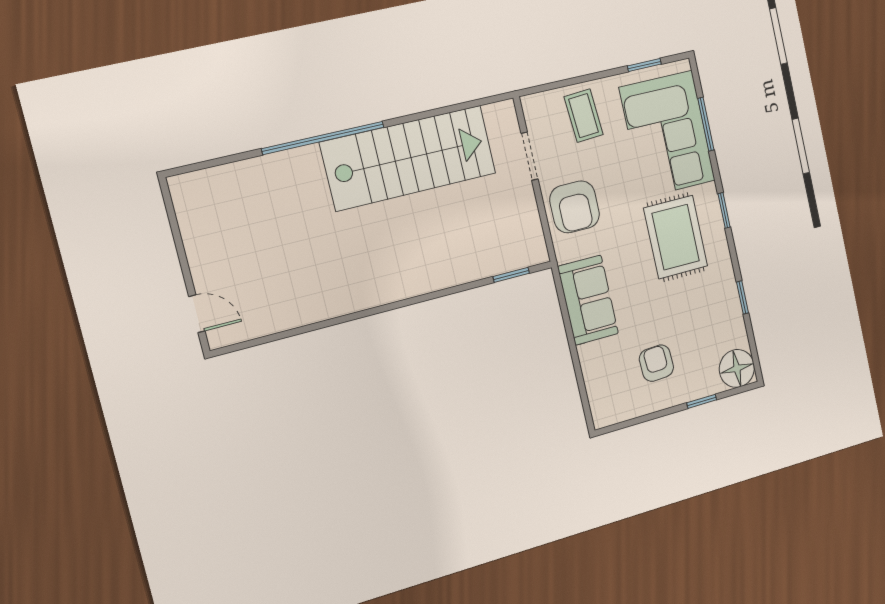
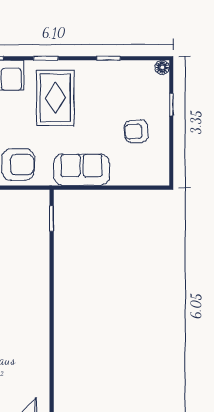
rug: (676, 237) -> (55, 98), turned 90
floor lamp: (737, 368) -> (162, 67), width x0.53, depth x0.53

